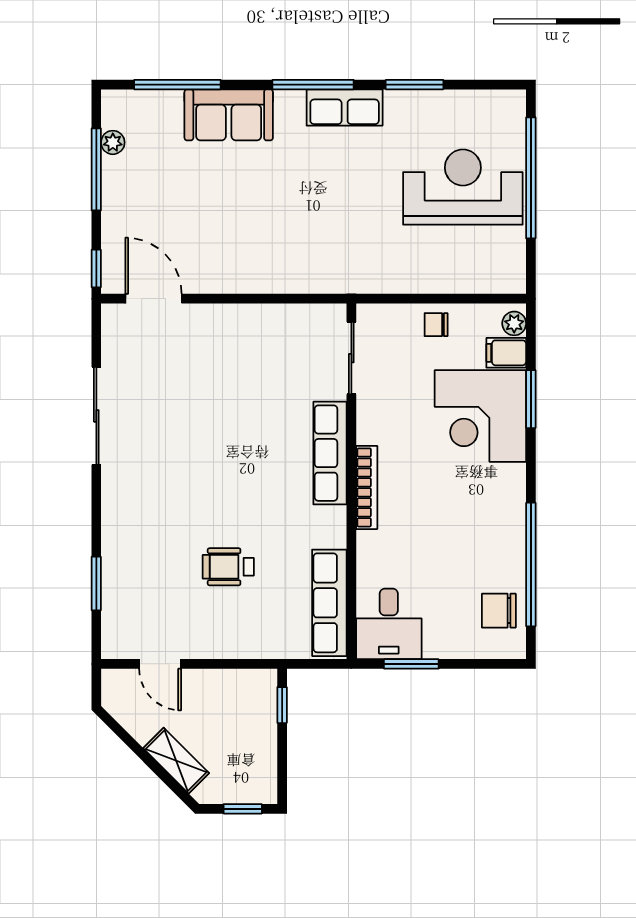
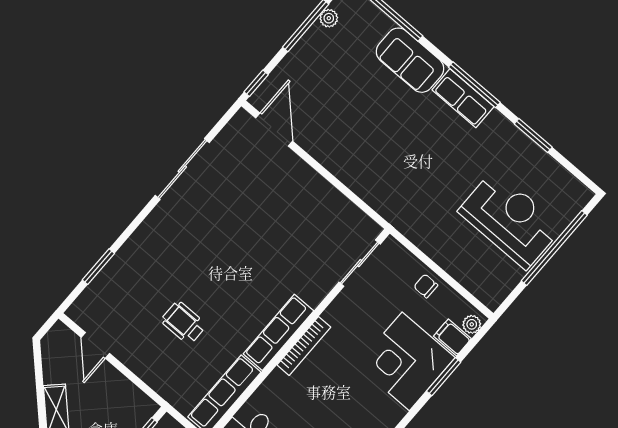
row of seats: (345, 107) -> (463, 98), moved
row of seats: (330, 453) -> (278, 332), moved

